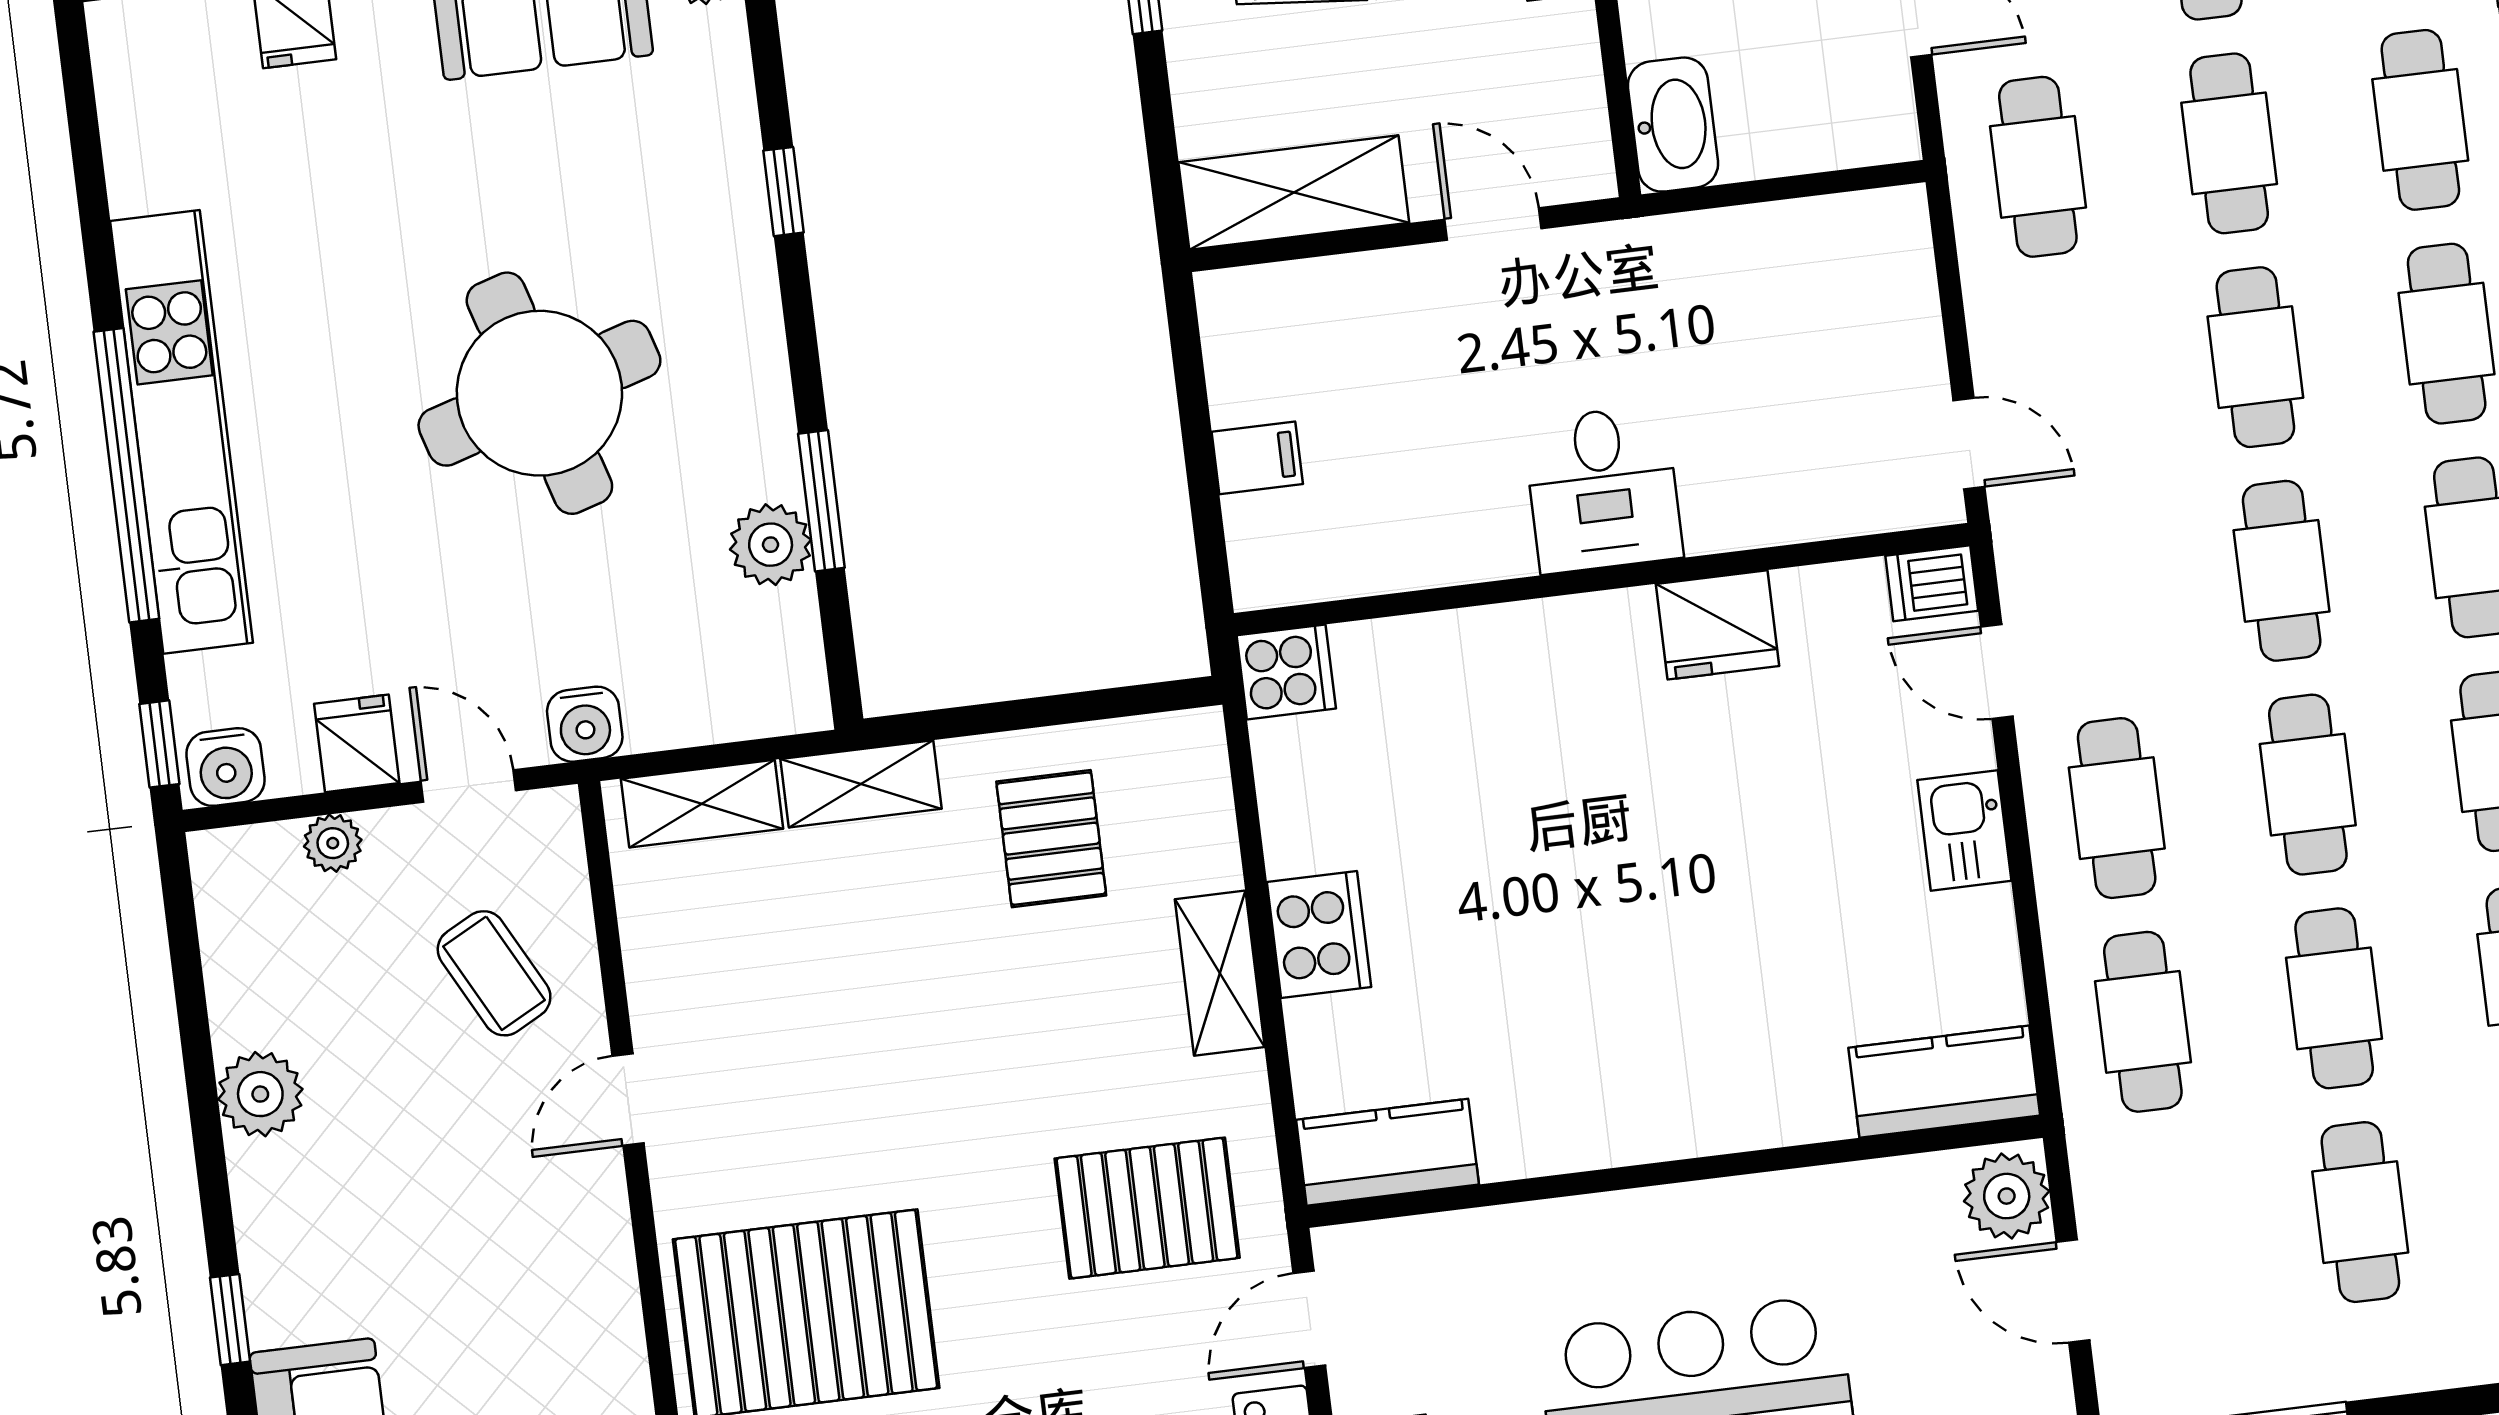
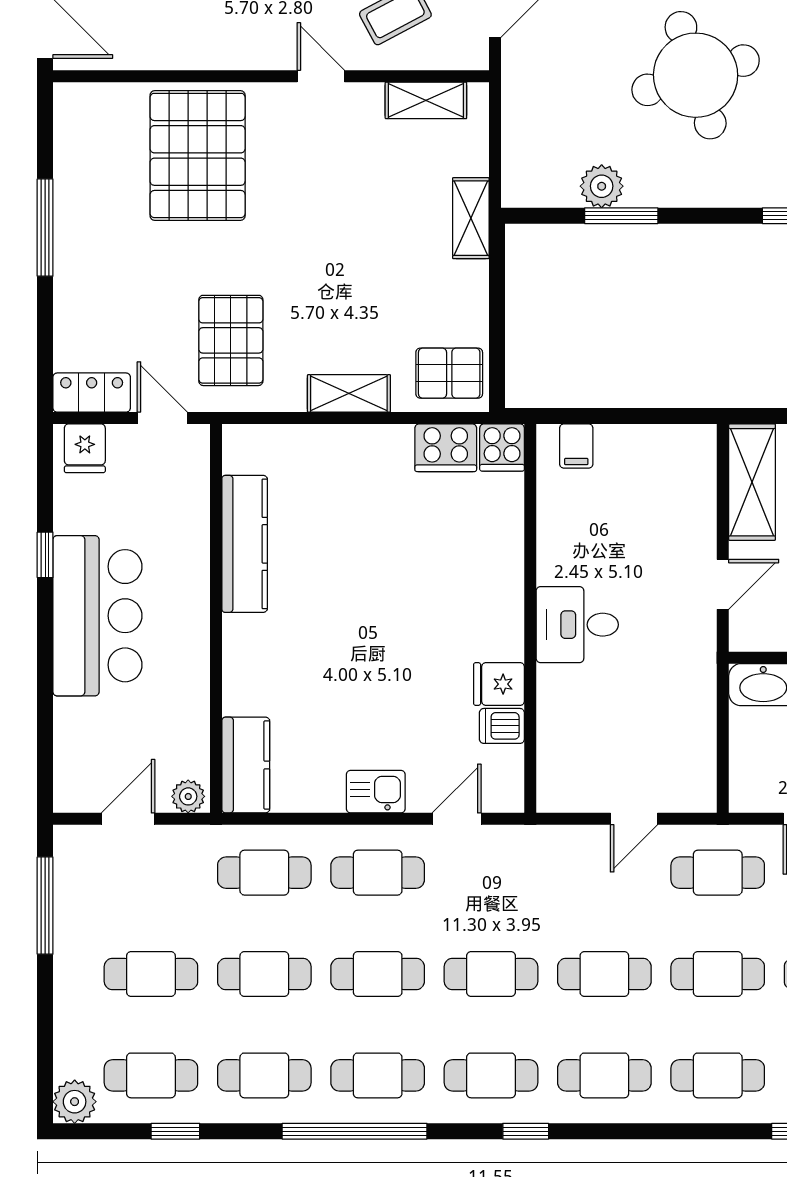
door: (1969, 443) -> (634, 819), moved
filing cabinet: (1257, 458) -> (576, 446), moved
dishwasher: (1932, 583) -> (502, 726), moved, turned -90
fridge: (1717, 625) -> (499, 684), width x0.72
water cooler: (585, 724) -> (520, 78), removed
shelving: (702, 804) -> (426, 100), moved, turned 90
pallet: (1051, 839) -> (449, 373), moved
cooker: (1319, 935) -> (446, 448), moved
kitchen counter: (1387, 1152) -> (245, 544), moved, width x1.50
plant: (2007, 1196) -> (188, 796), width x0.73, depth x0.73

